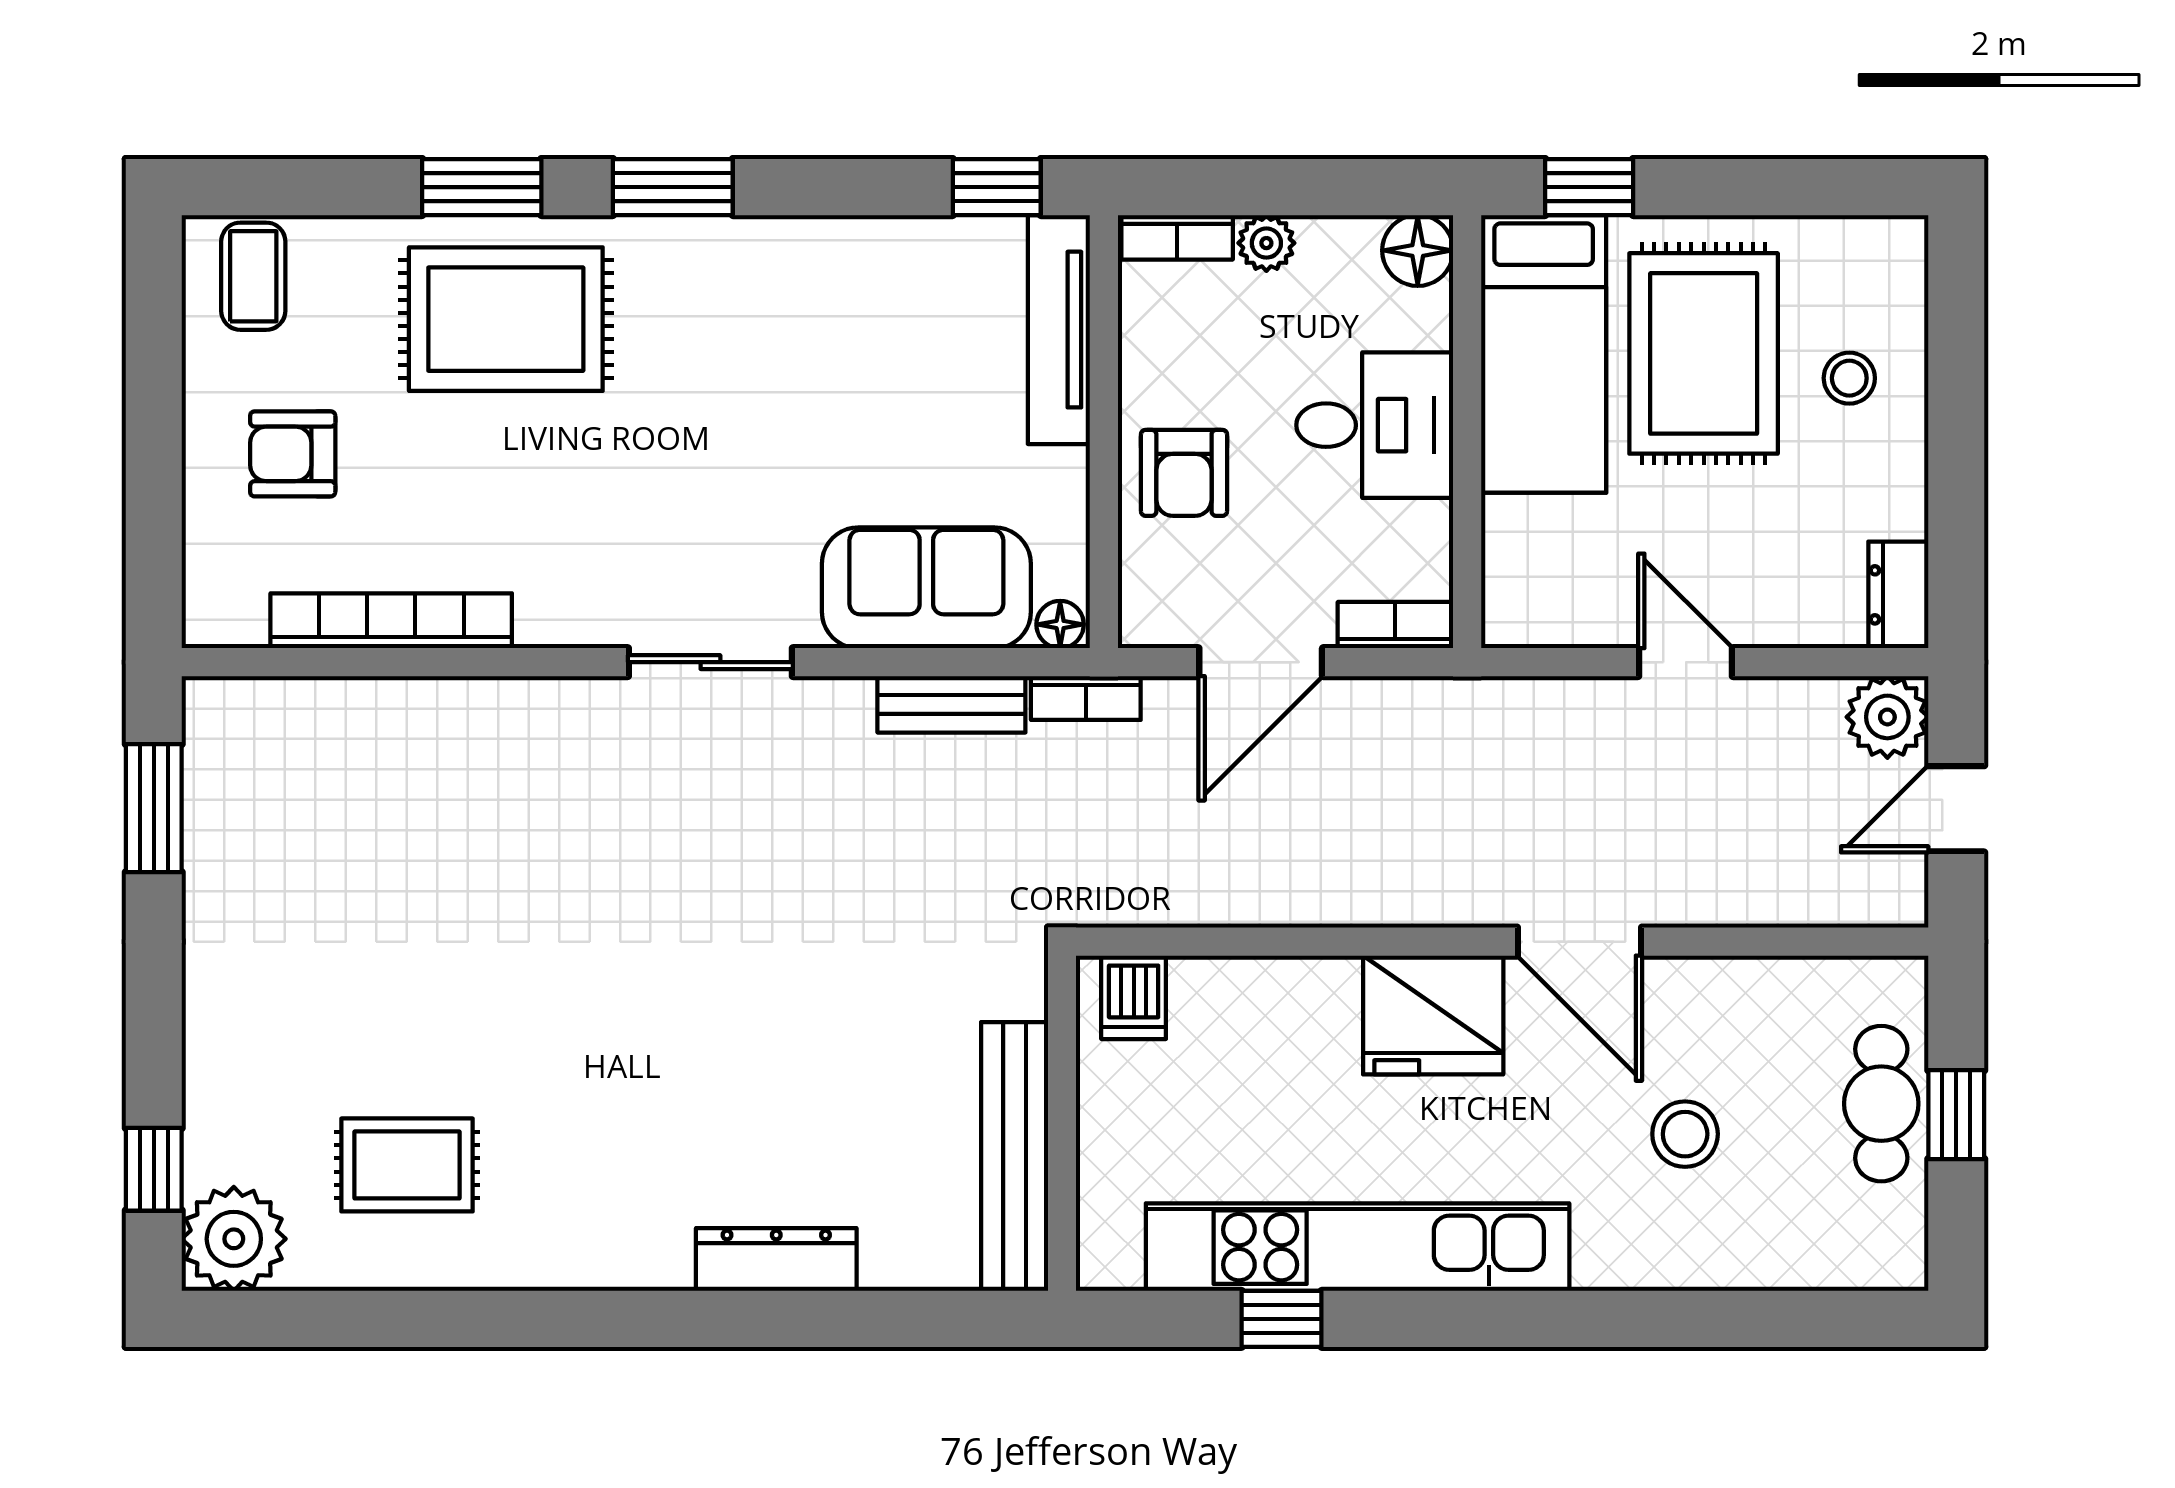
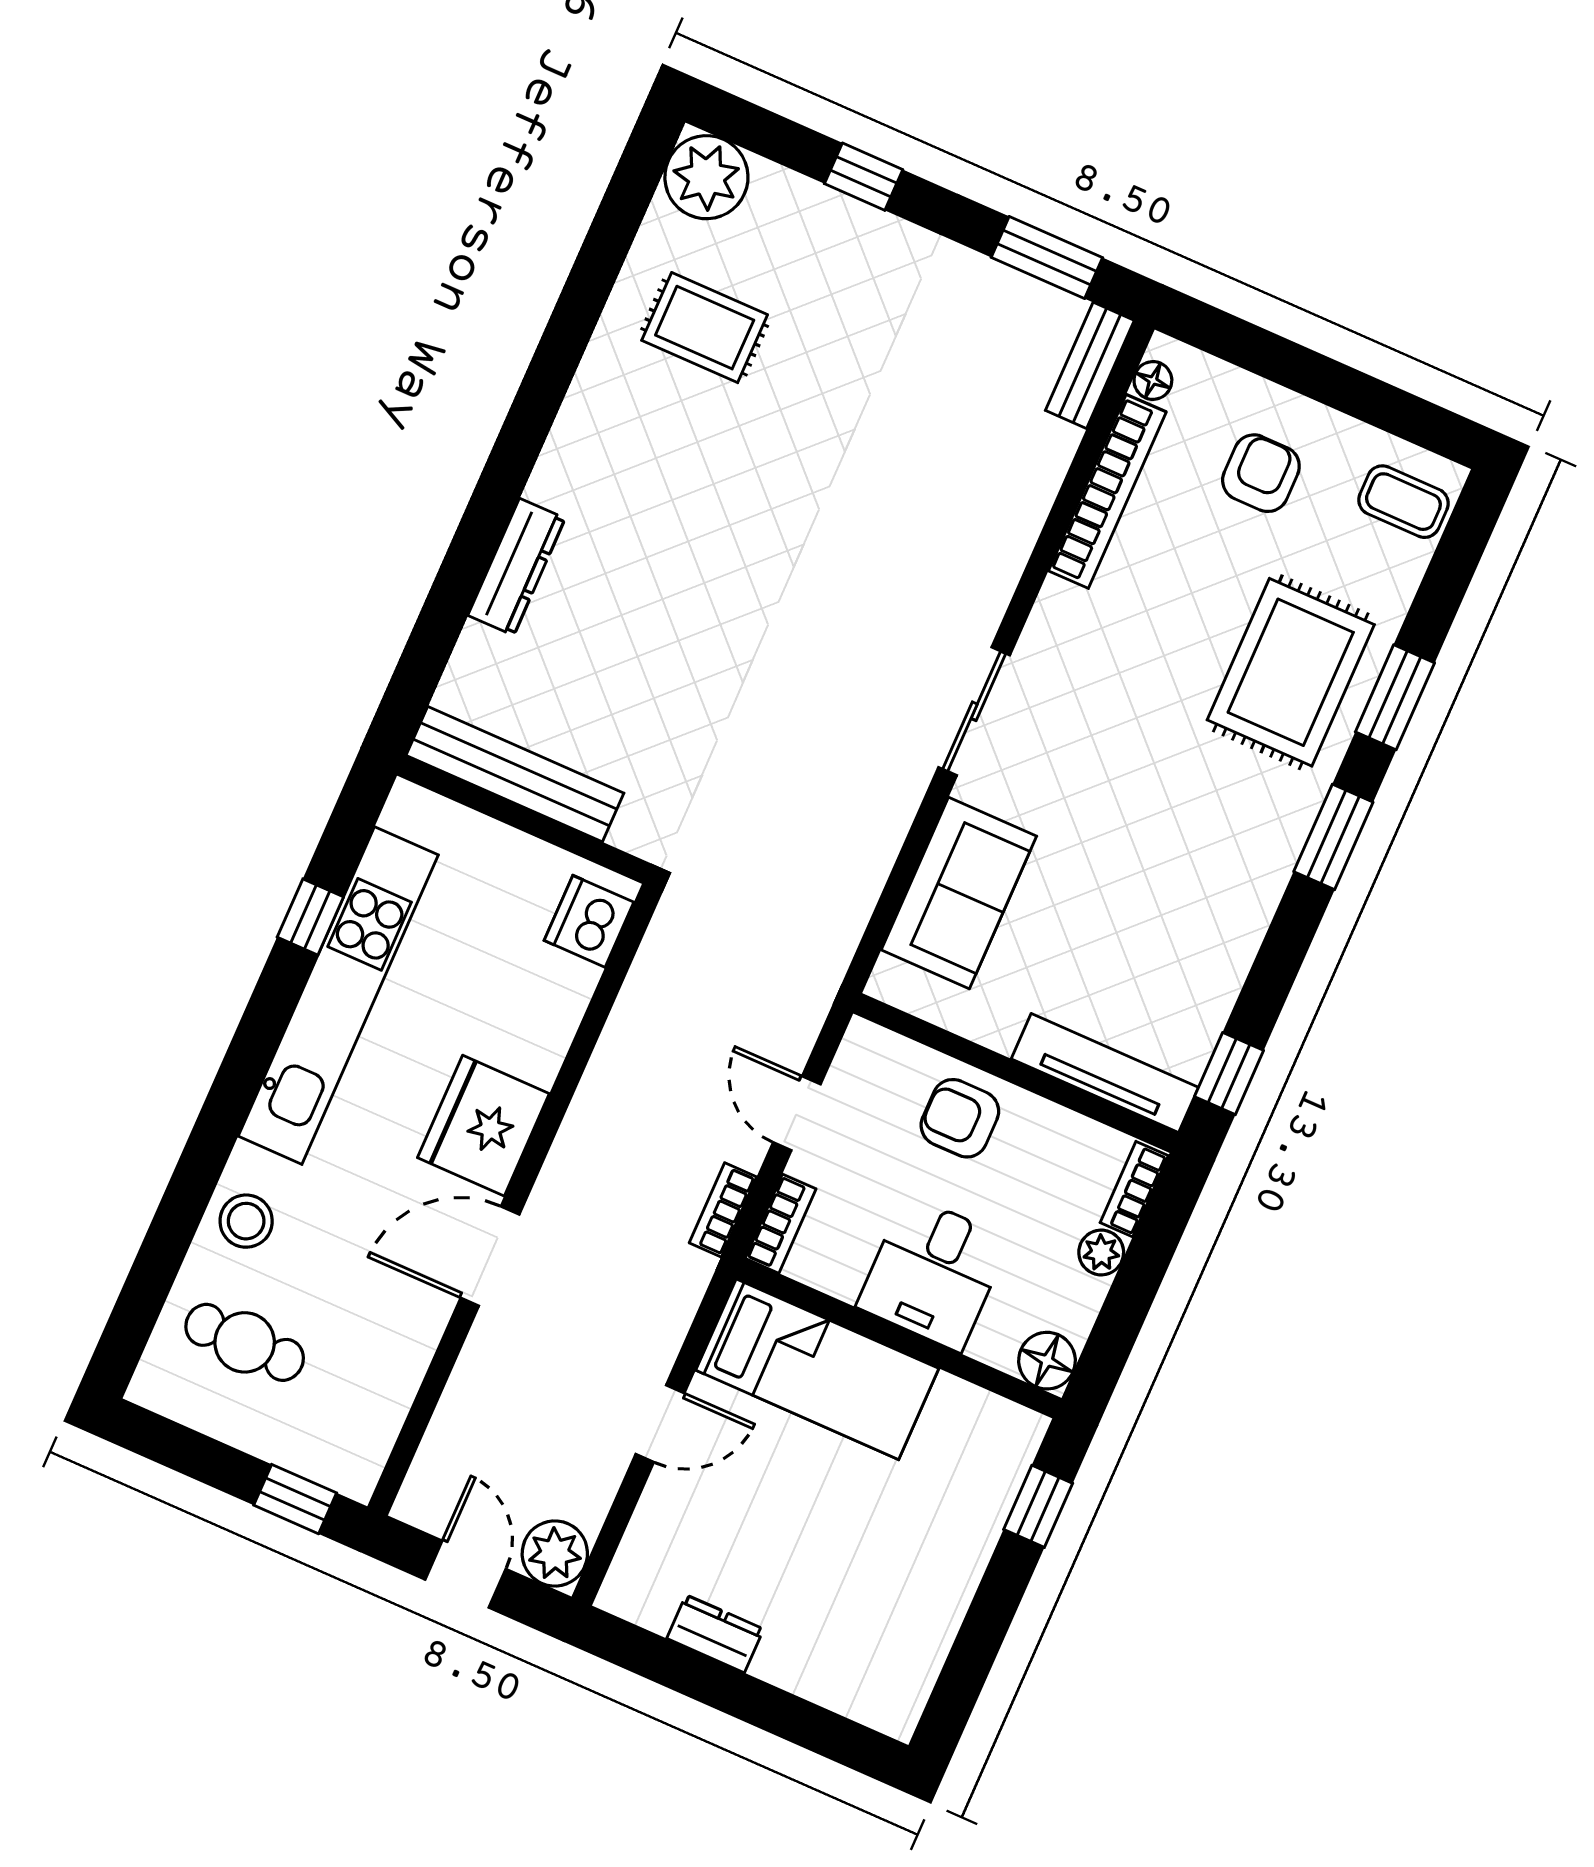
rug: (1704, 353) -> (880, 1536), removed
bed: (1544, 354) -> (817, 1369), moved, turned 180
stool: (1849, 378) -> (815, 1635), removed
dresser: (1898, 595) -> (715, 1634), moved
floor lamp: (1060, 624) -> (1153, 381), moved
door: (1261, 662) -> (797, 1113), width x0.73
bookcase: (1086, 698) -> (723, 1210), moved
bench: (951, 704) -> (1090, 365), moved
dishwasher: (1134, 997) -> (589, 921), width x1.38
cafe table: (1881, 1104) -> (245, 1342), moved
window: (1956, 1115) -> (295, 1499), moved
stool: (1685, 1134) -> (246, 1221), moved
rug: (407, 1165) -> (705, 328), turned 90
window: (154, 1169) -> (864, 177), moved

